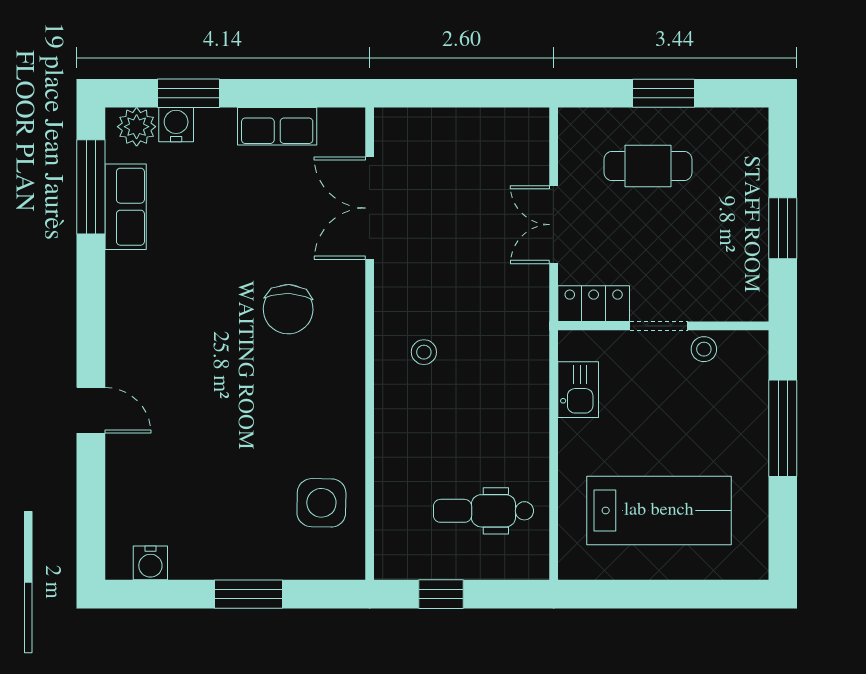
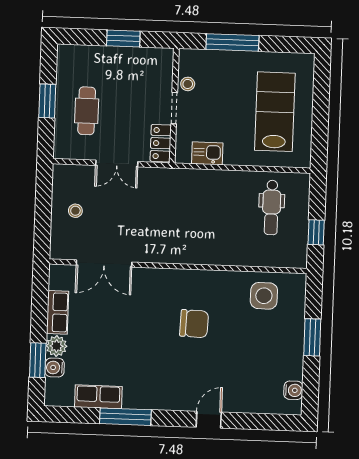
plant: (137, 127) -> (57, 346), moved
window: (91, 187) -> (125, 417), moved
chair: (288, 309) -> (194, 324), moved
stool: (424, 352) -> (75, 211), moved

